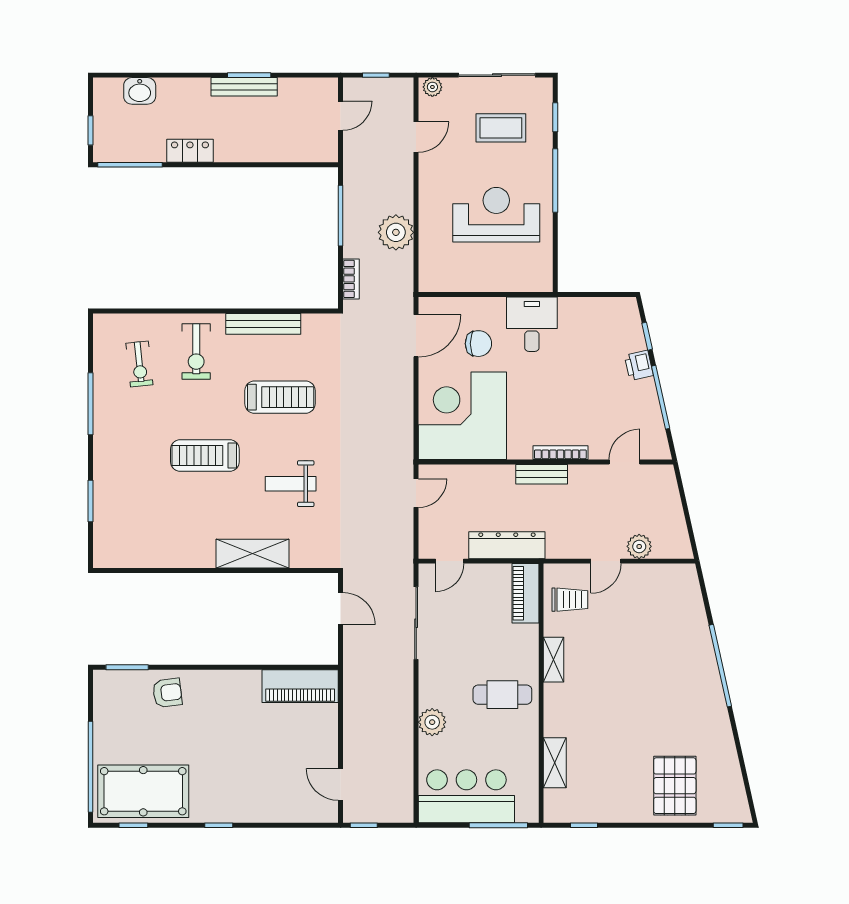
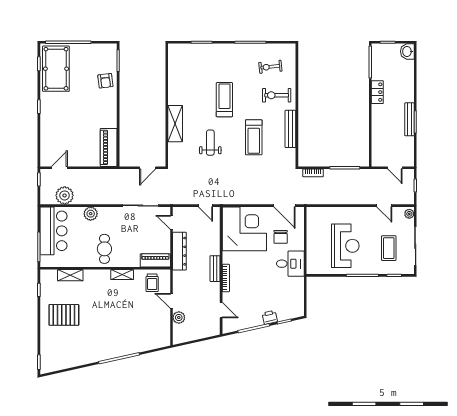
washbasin: (140, 91) -> (407, 51), moved
plant: (396, 232) -> (65, 195), moved
pallet: (675, 786) -> (64, 315), moved

